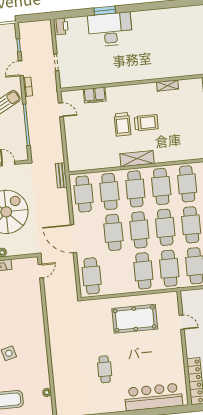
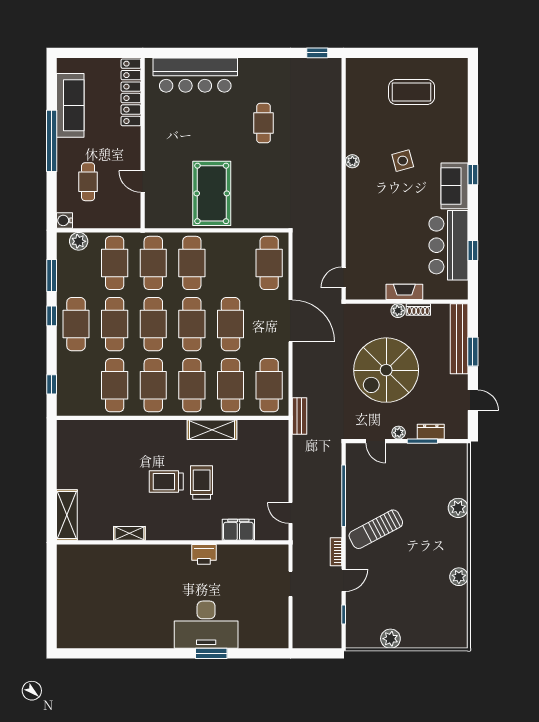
printer: (61, 26) -> (204, 554), moved, turned -90
shelving: (137, 159) -> (212, 430), moved
pool table: (135, 319) -> (212, 193), turned 90
plant: (47, 392) -> (352, 161), moved

